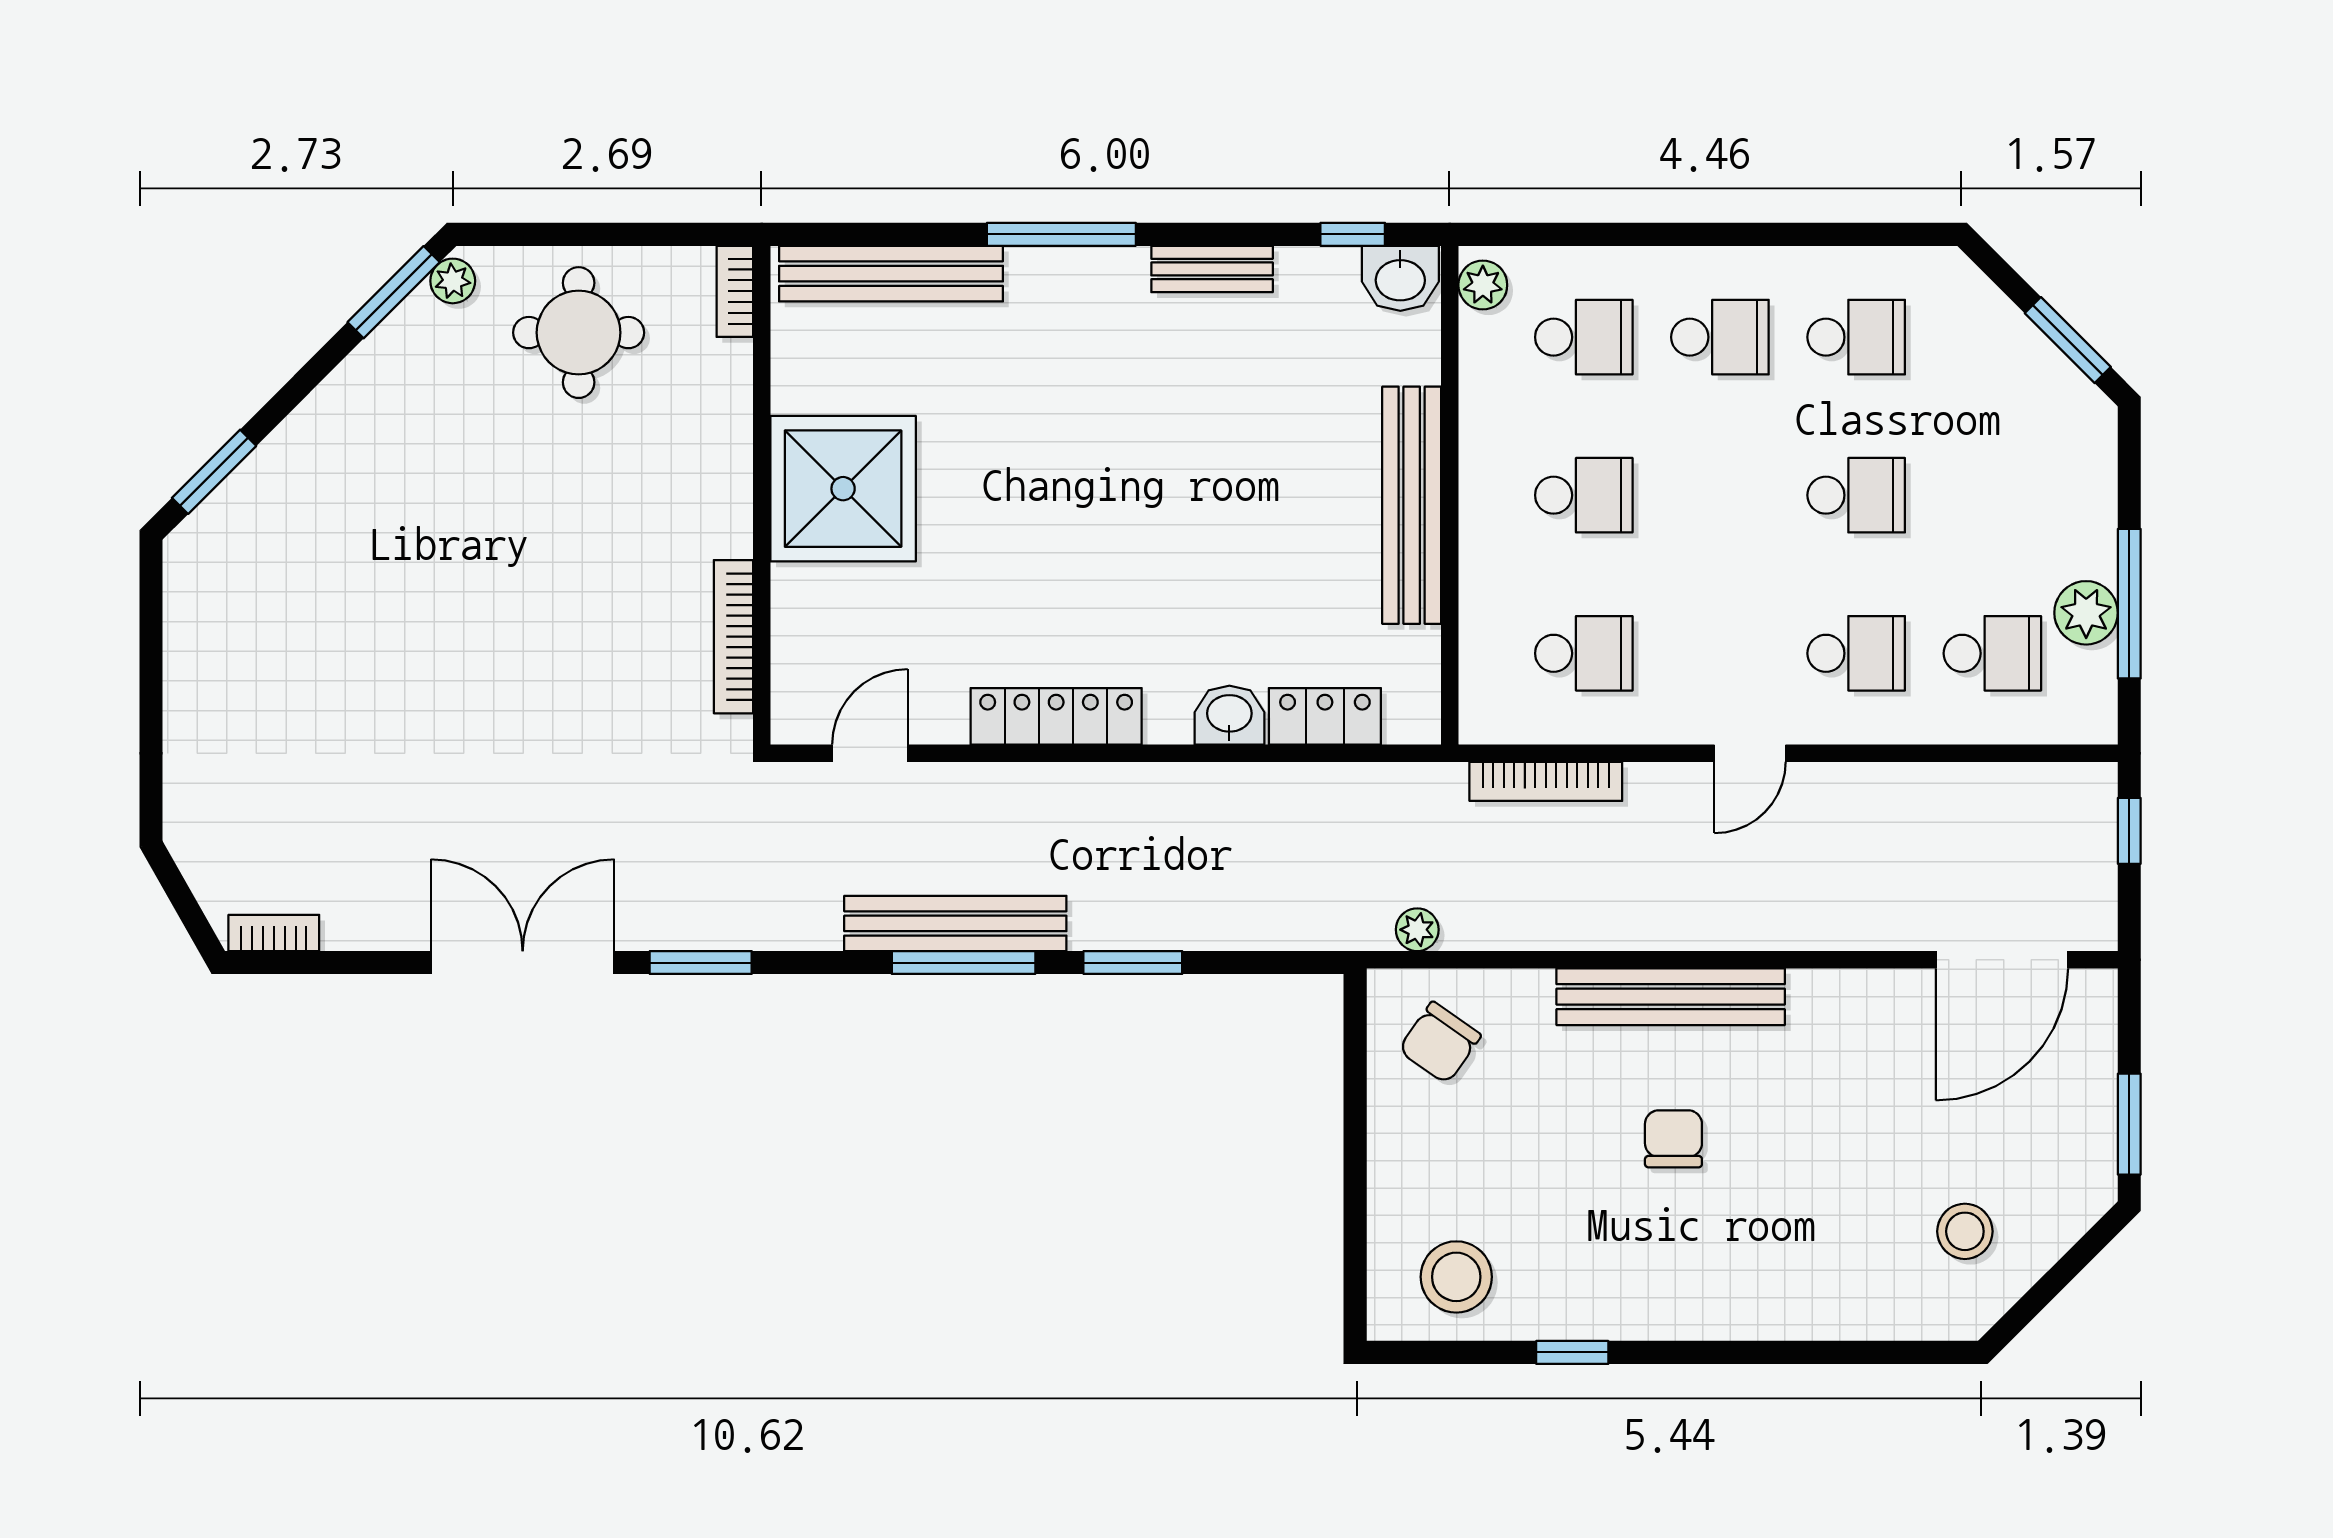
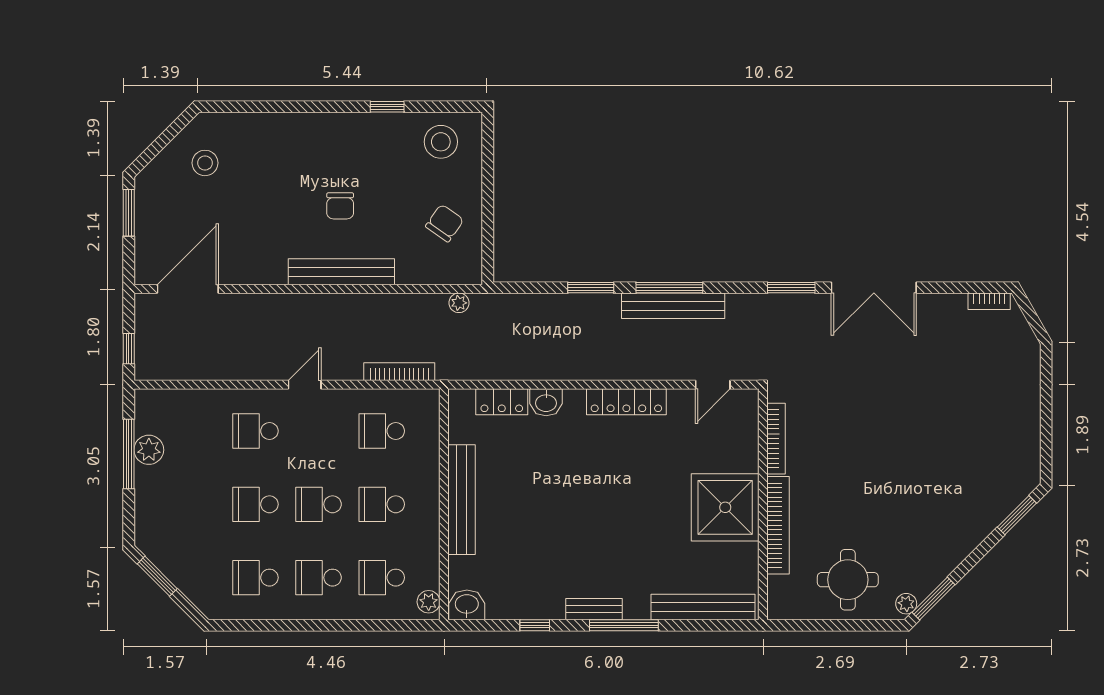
window: (1353, 234) -> (535, 625), moved
bench: (1212, 269) -> (594, 609), moved
bookcase: (735, 291) -> (778, 525), moved, width x2.31, depth x1.31
school desk: (1992, 653) -> (319, 504), moved
chair: (1440, 1043) -> (445, 223), moved

